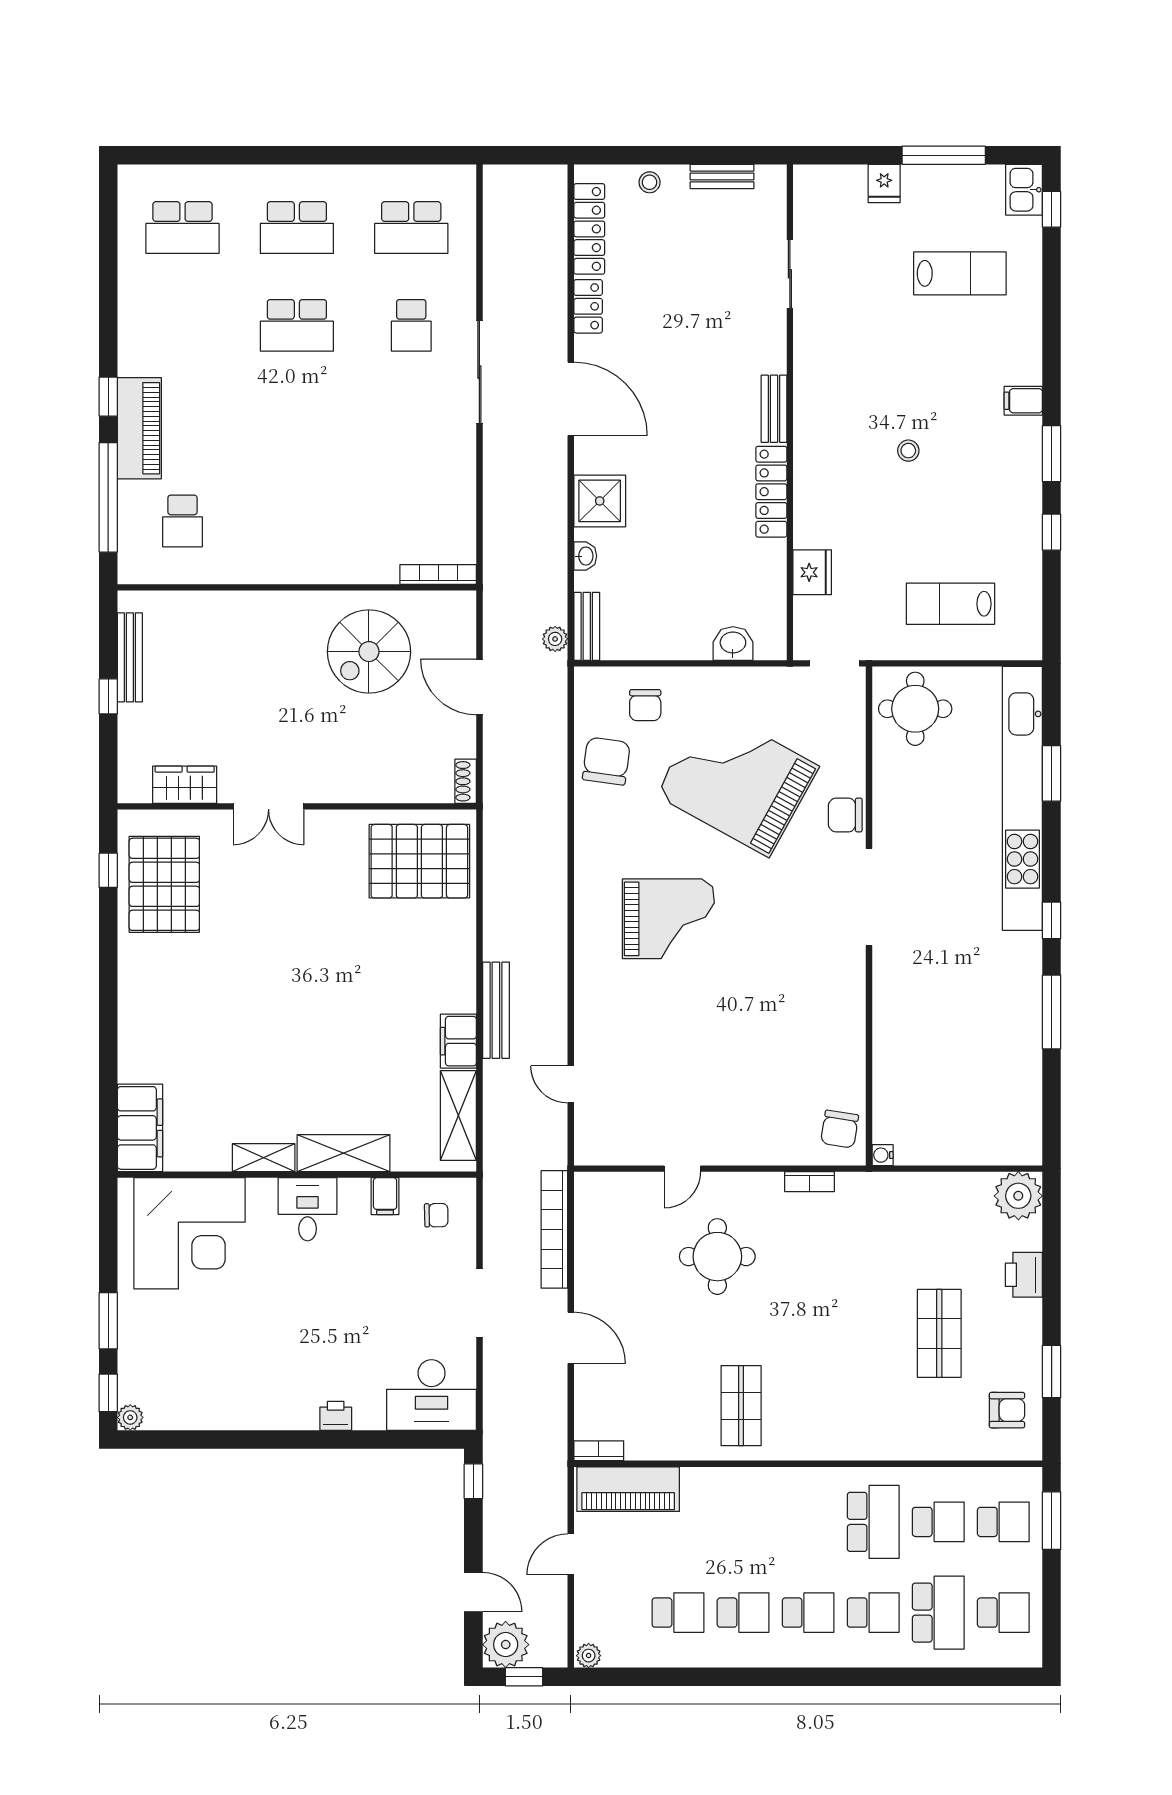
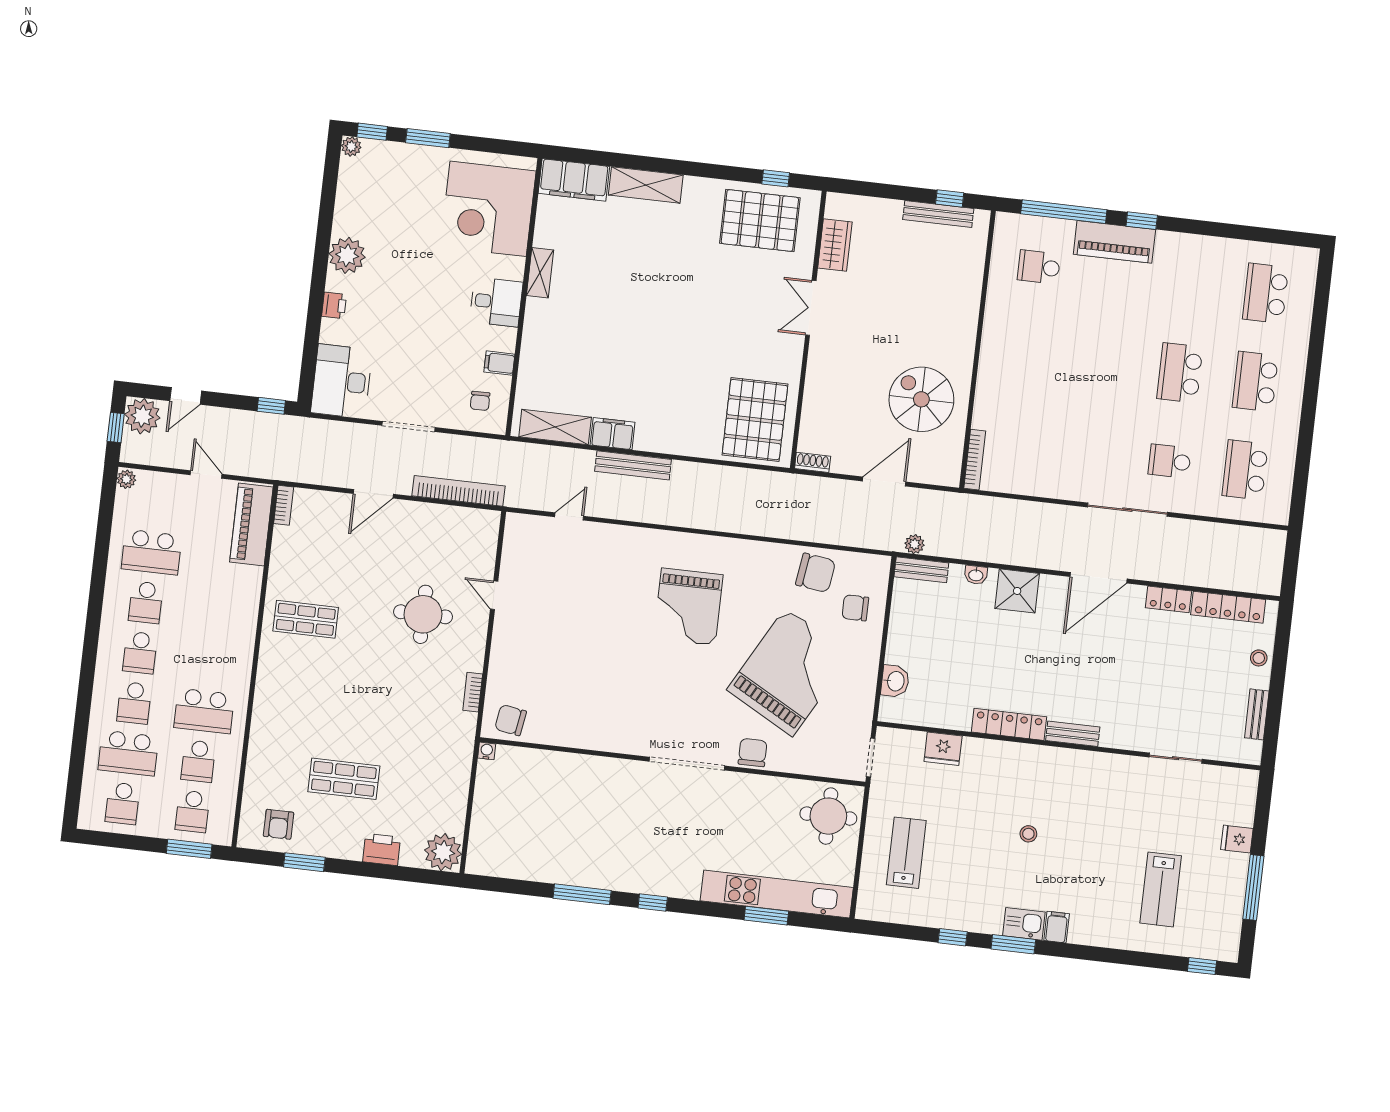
kitchen sink: (1024, 190) -> (1024, 924), moved
window: (108, 696) -> (950, 198), moved
kitchen unit: (1022, 798) -> (777, 894), width x0.73
shelving: (344, 1153) -> (646, 185), moved, turned 90
plant: (270, 1407) -> (347, 255), added
school desk: (678, 1613) -> (152, 552), width x1.85

